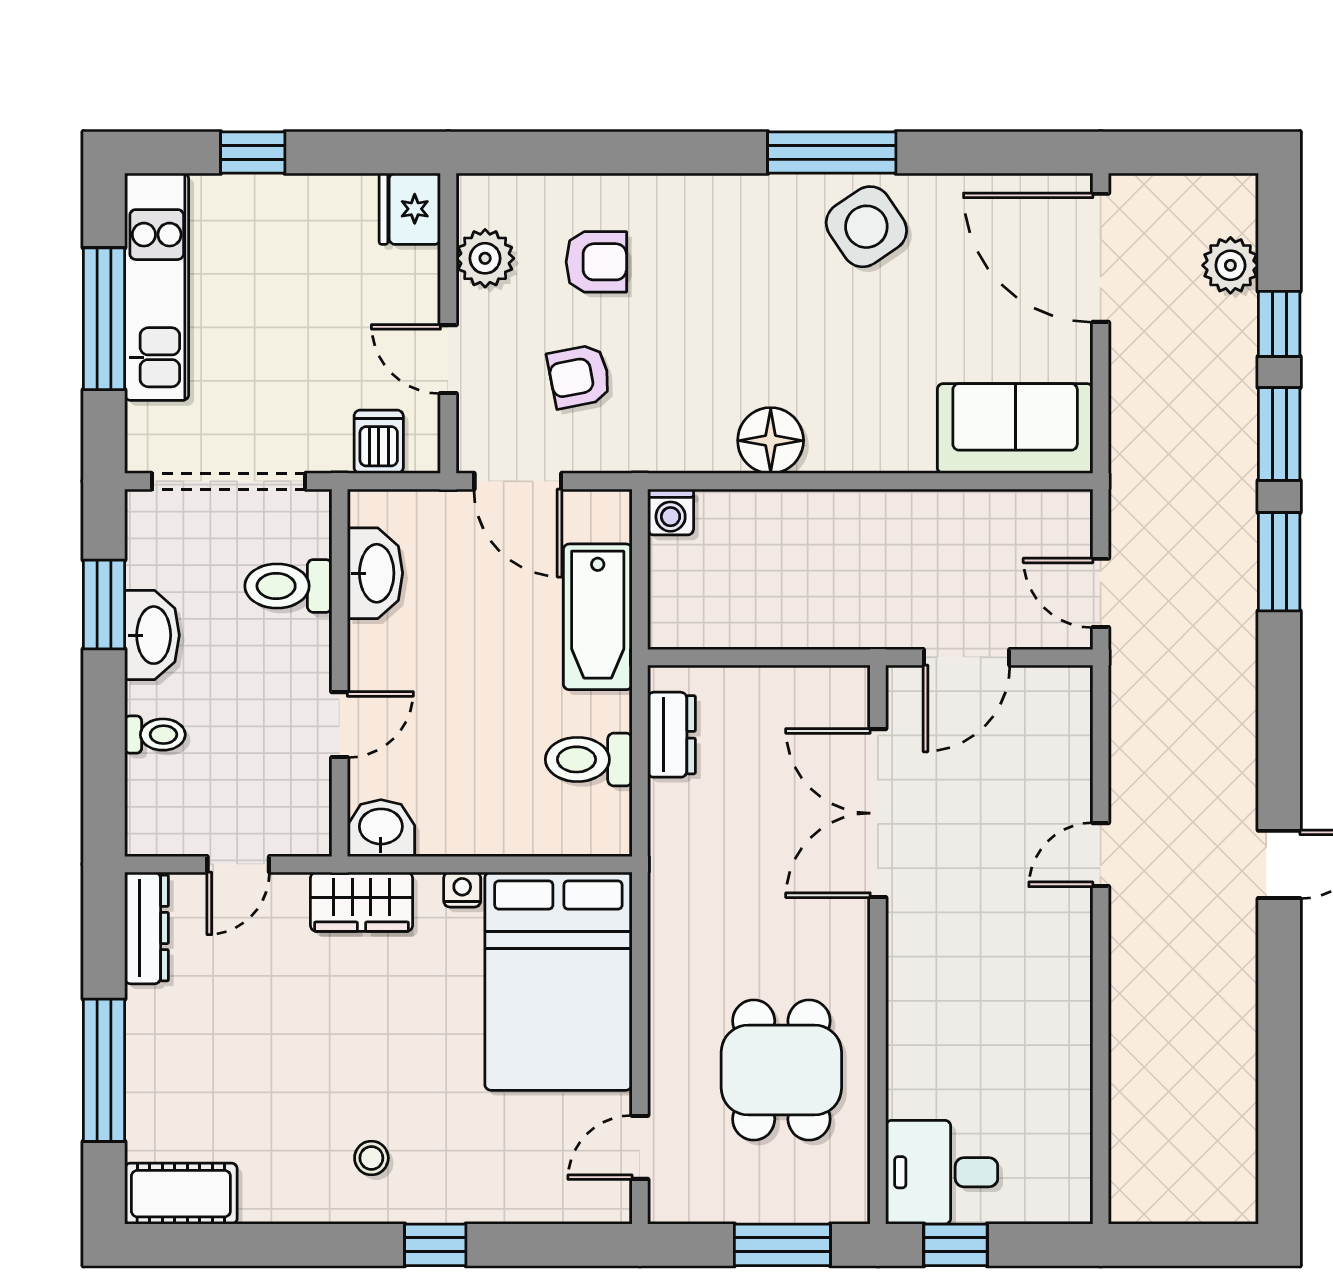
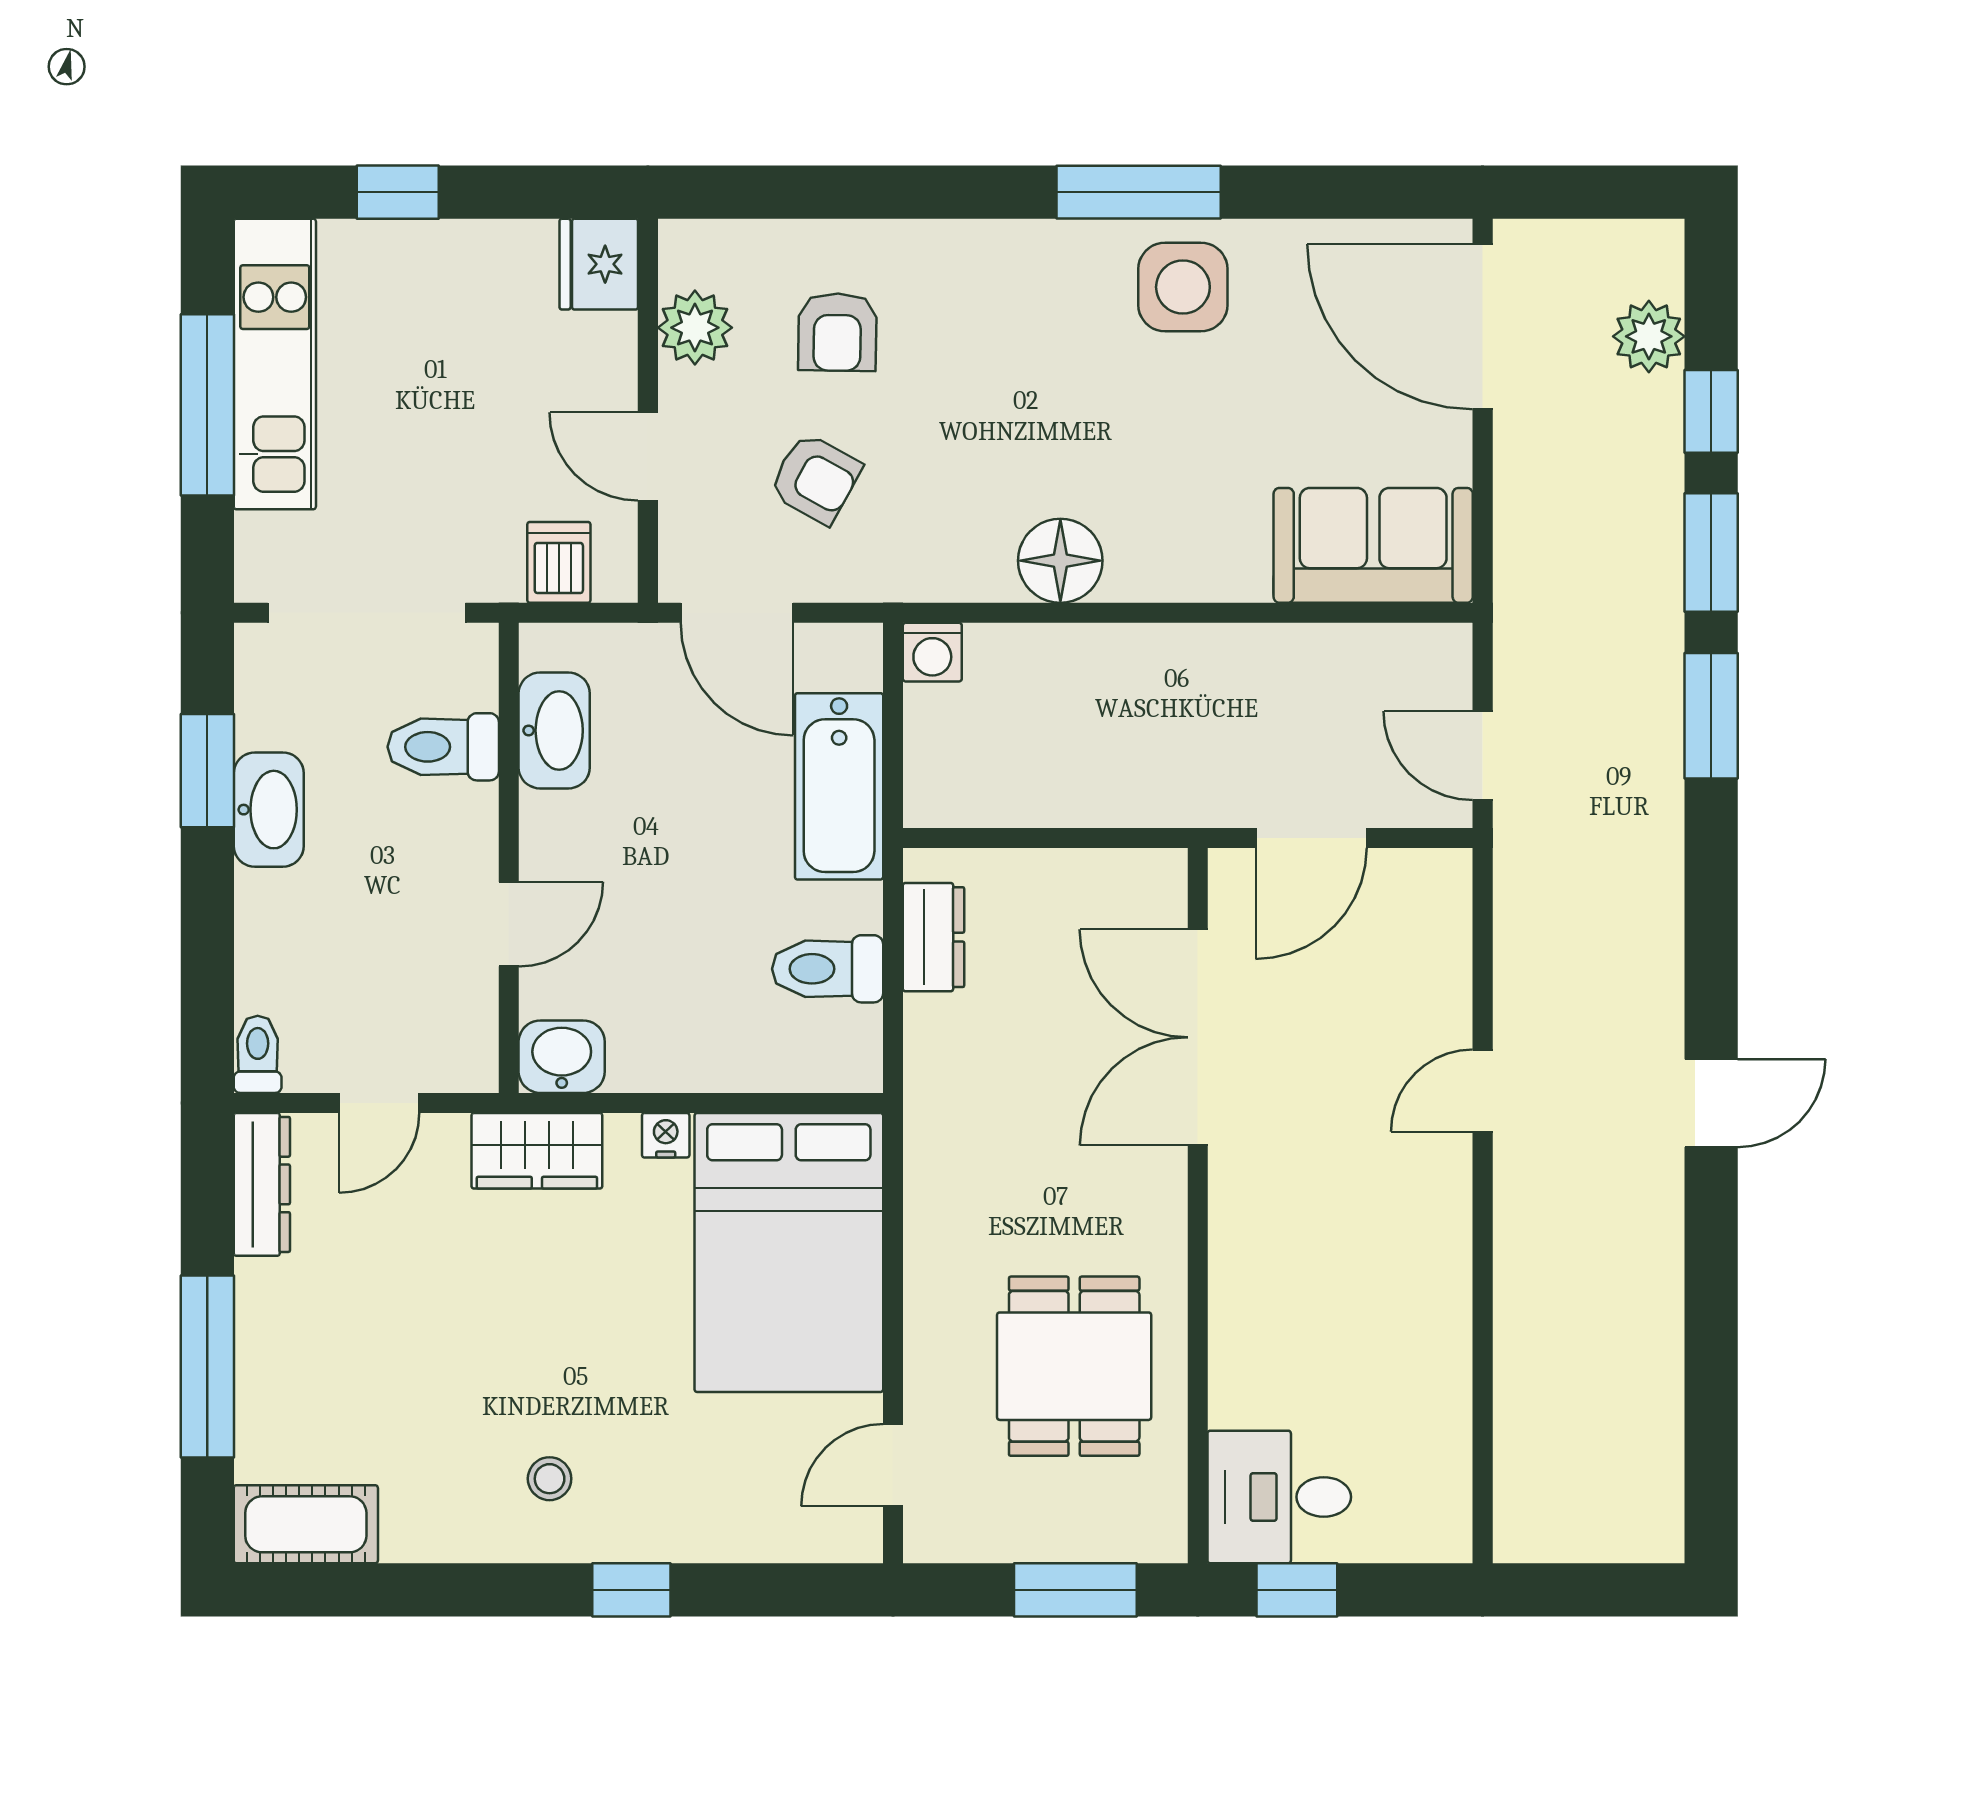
side table: (866, 227) -> (1183, 287), turned 34
armchair: (596, 262) -> (837, 332), turned 91
armchair: (579, 376) -> (815, 479), turned -140
toilet: (155, 735) -> (258, 1054), moved, turned -90

